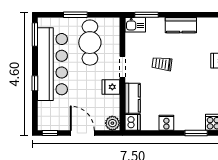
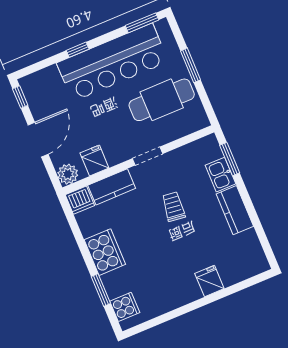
kitchen sink: (135, 25) -> (220, 175), moved
fridge: (111, 87) -> (94, 161), moved
cooker: (166, 123) -> (105, 252), width x1.87, depth x1.31

